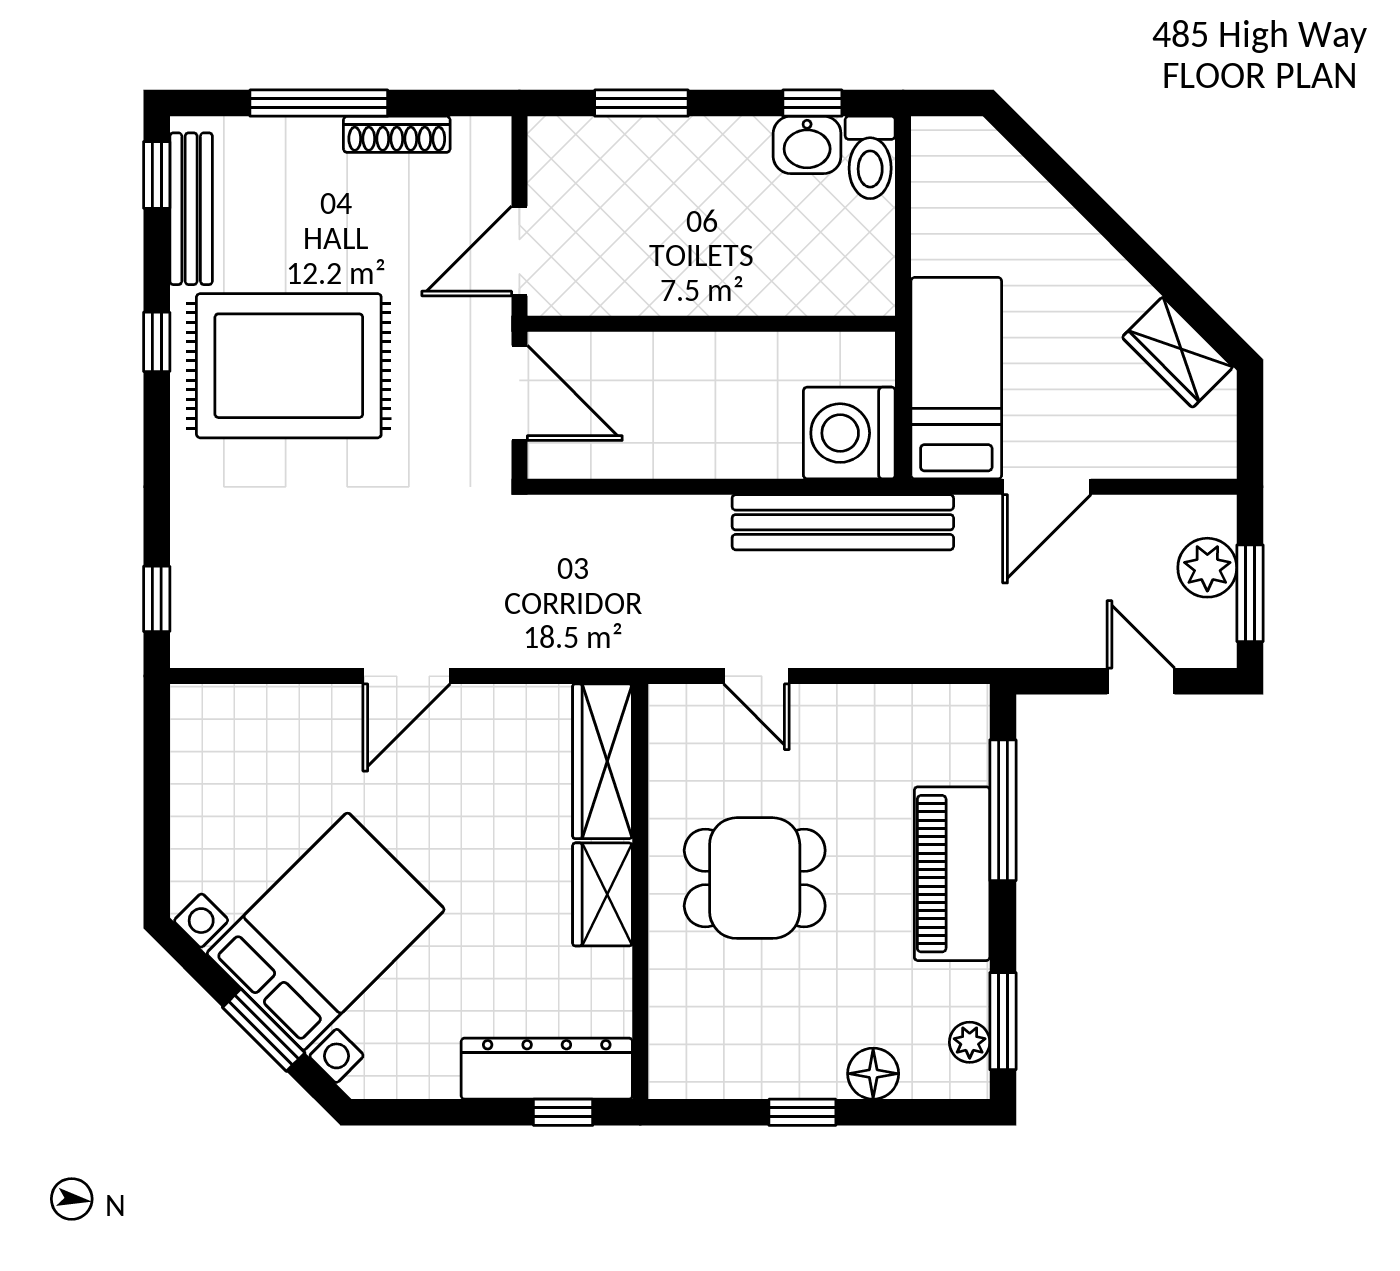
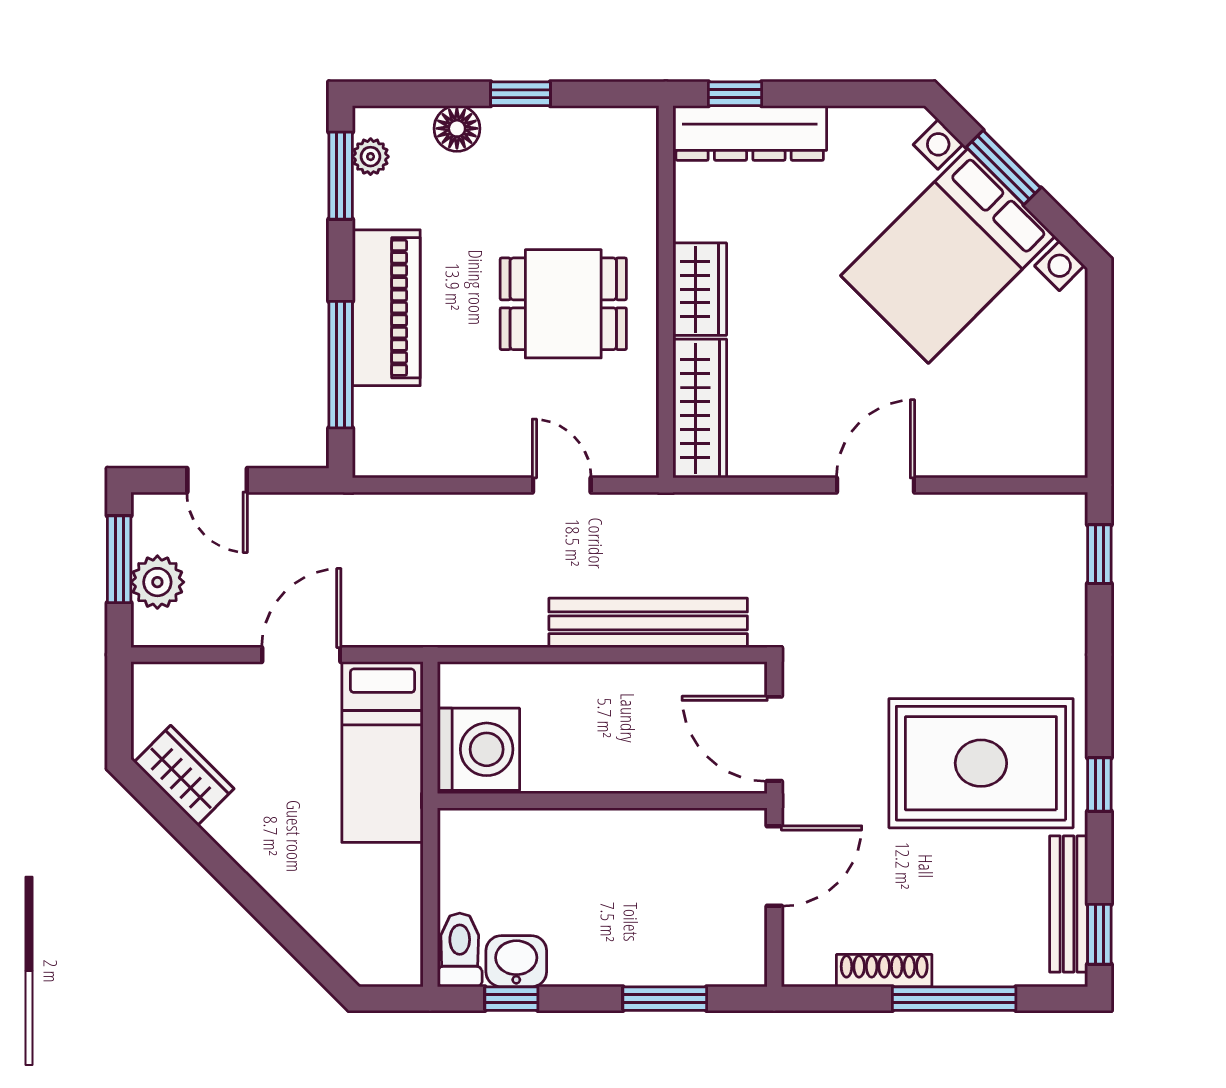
washing machine: (849, 433) -> (478, 749), moved
bench: (843, 522) -> (648, 623), moved

